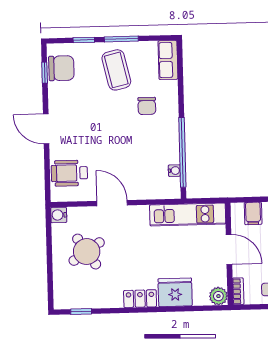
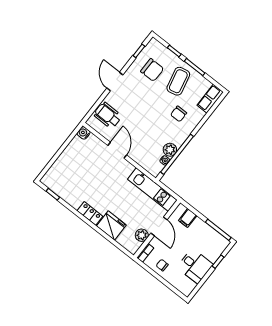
chair: (61, 68) -> (152, 70), moved
plant: (170, 154) -> (170, 150), added
round table: (87, 252) -> (82, 165), removed
plant: (218, 296) -> (142, 235), moved

